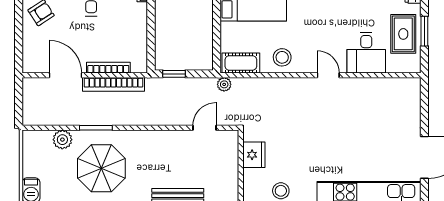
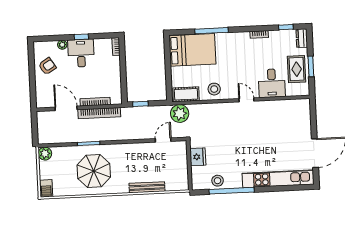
plant: (224, 84) -> (180, 113), width x1.87, depth x1.87
plant: (62, 140) -> (45, 154), moved

